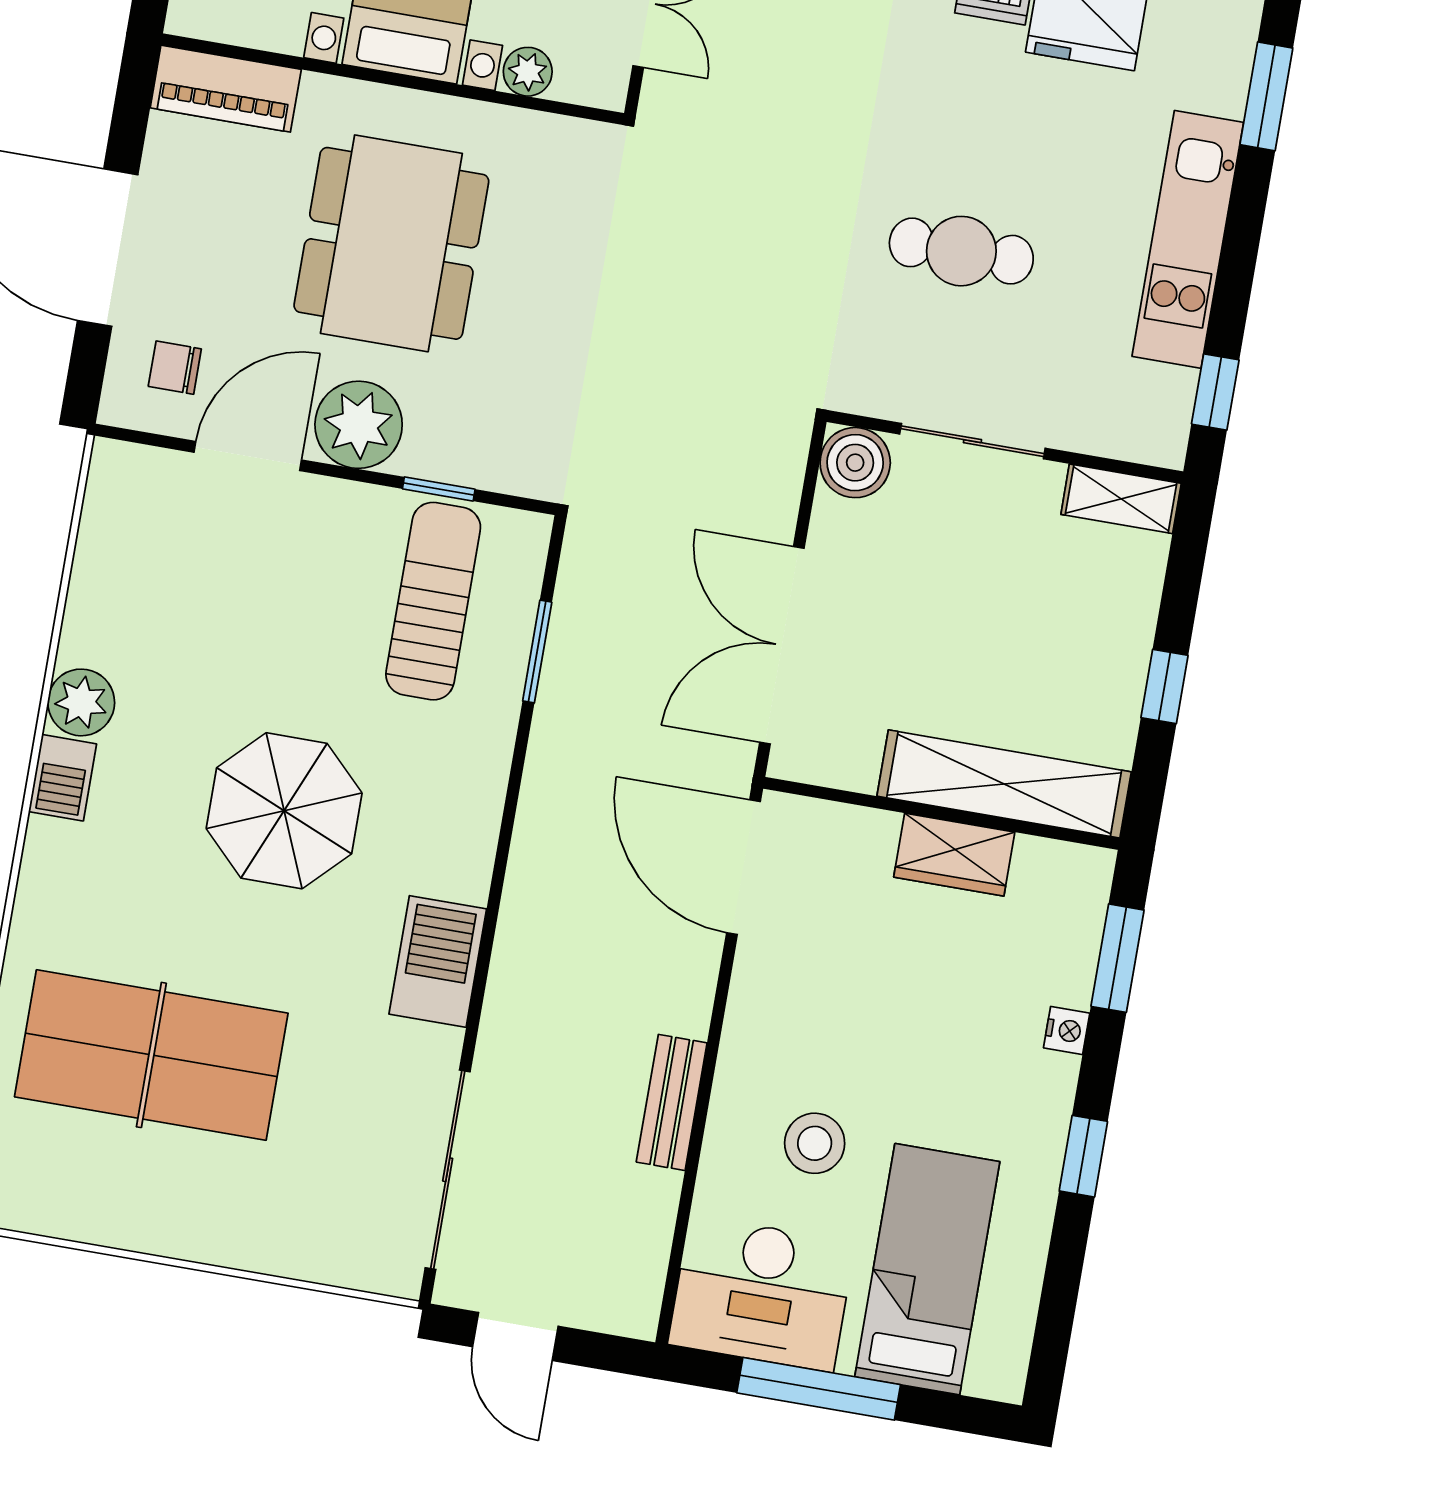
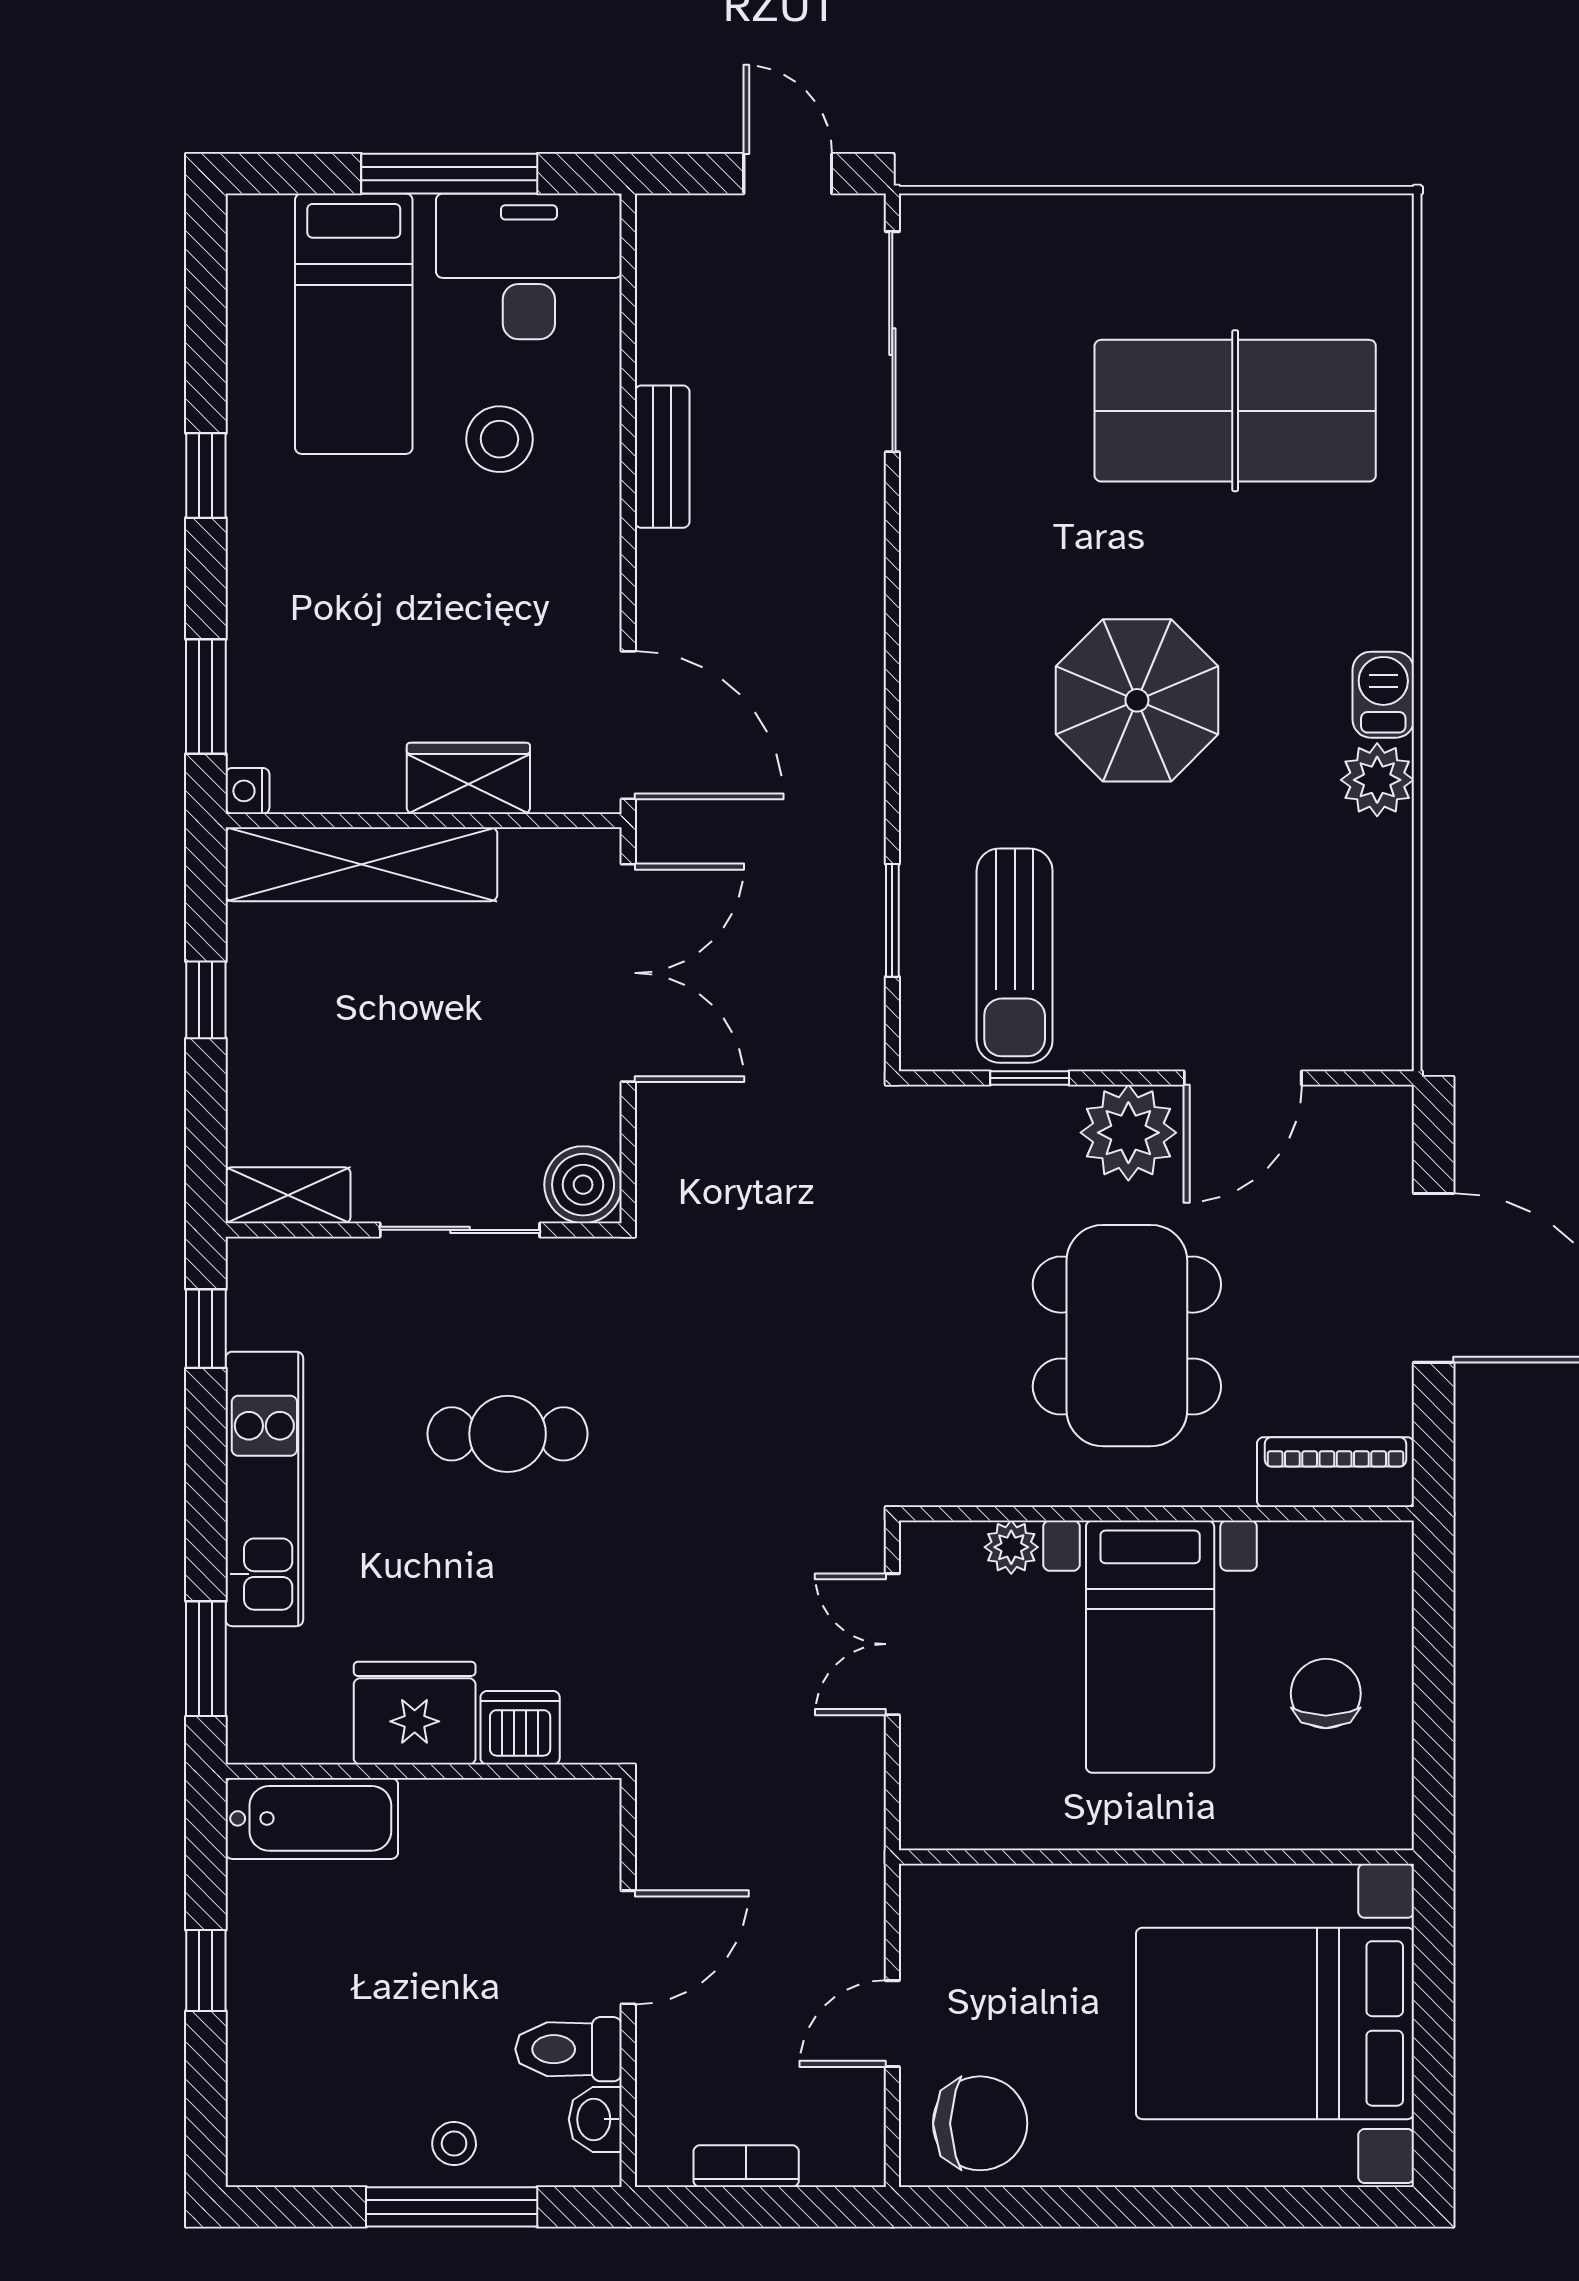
chair: (175, 368) -> (1338, 1160), removed
wardrobe: (954, 855) -> (468, 778), moved
barbecue: (438, 961) -> (942, 566), removed
nightstand: (1067, 1030) -> (247, 791), moved

